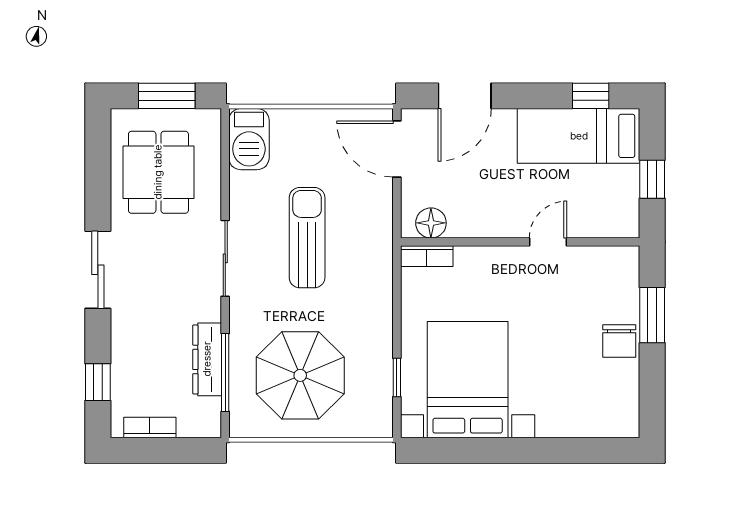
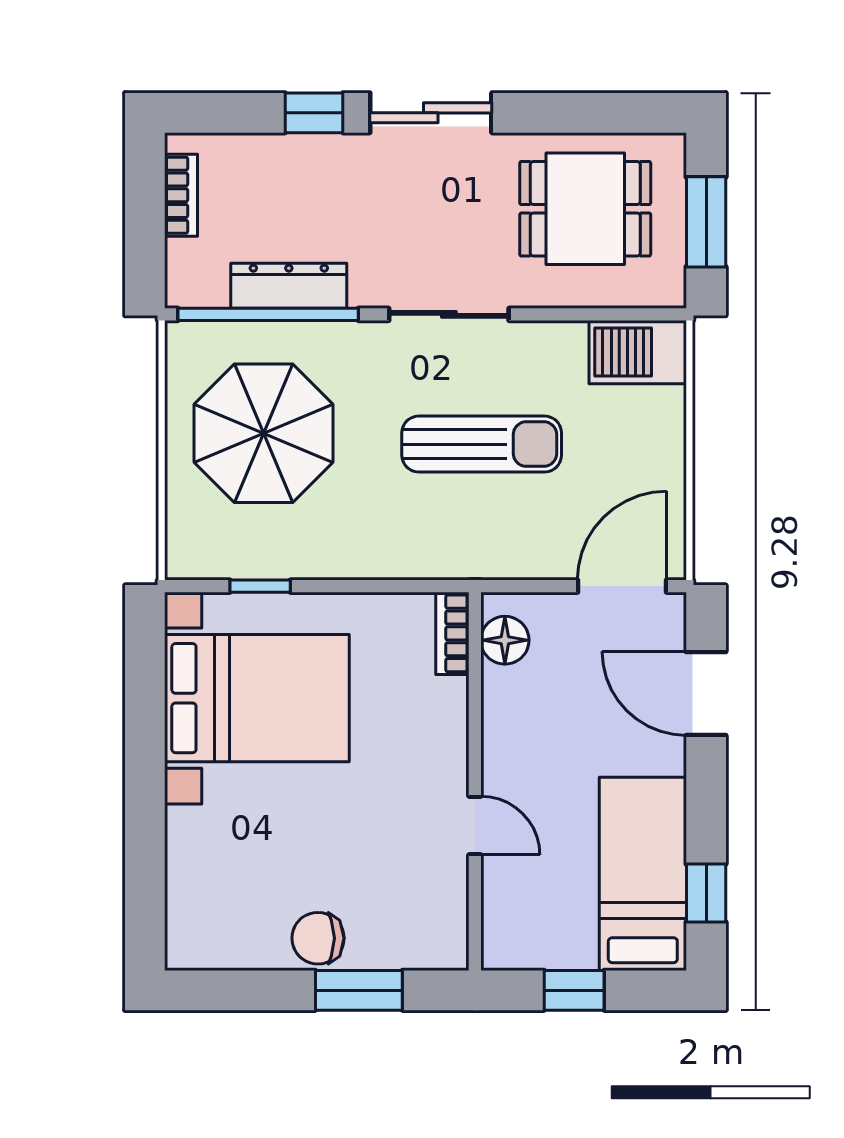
window: (225, 373) -> (268, 314), width x1.46
window: (98, 382) -> (314, 113), moved

